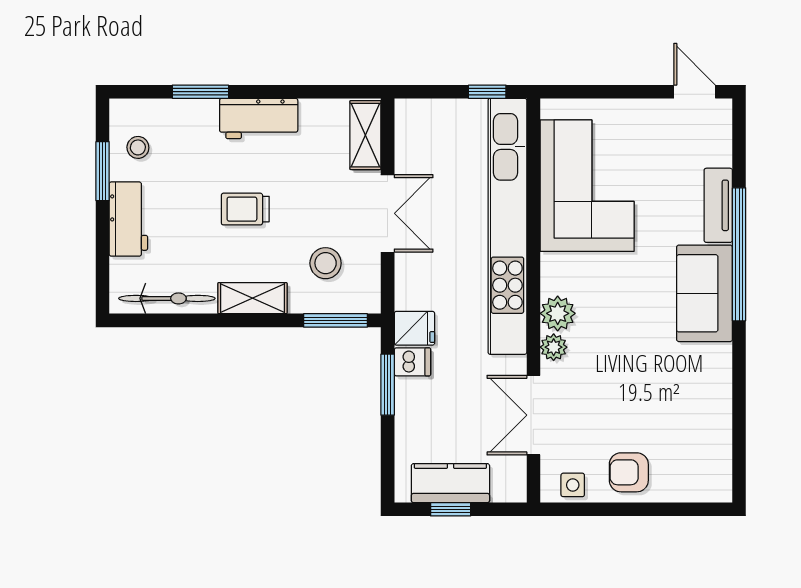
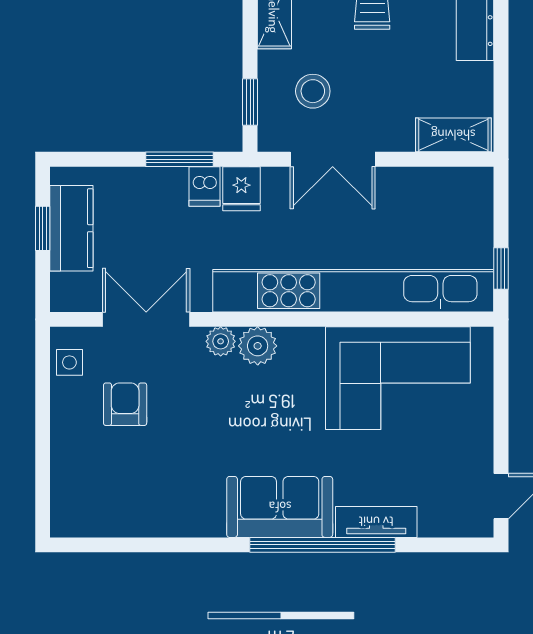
double door: (388, 213) -> (333, 159), moved
window: (335, 320) -> (250, 102), width x0.67
armchair: (629, 472) -> (125, 404), moved

